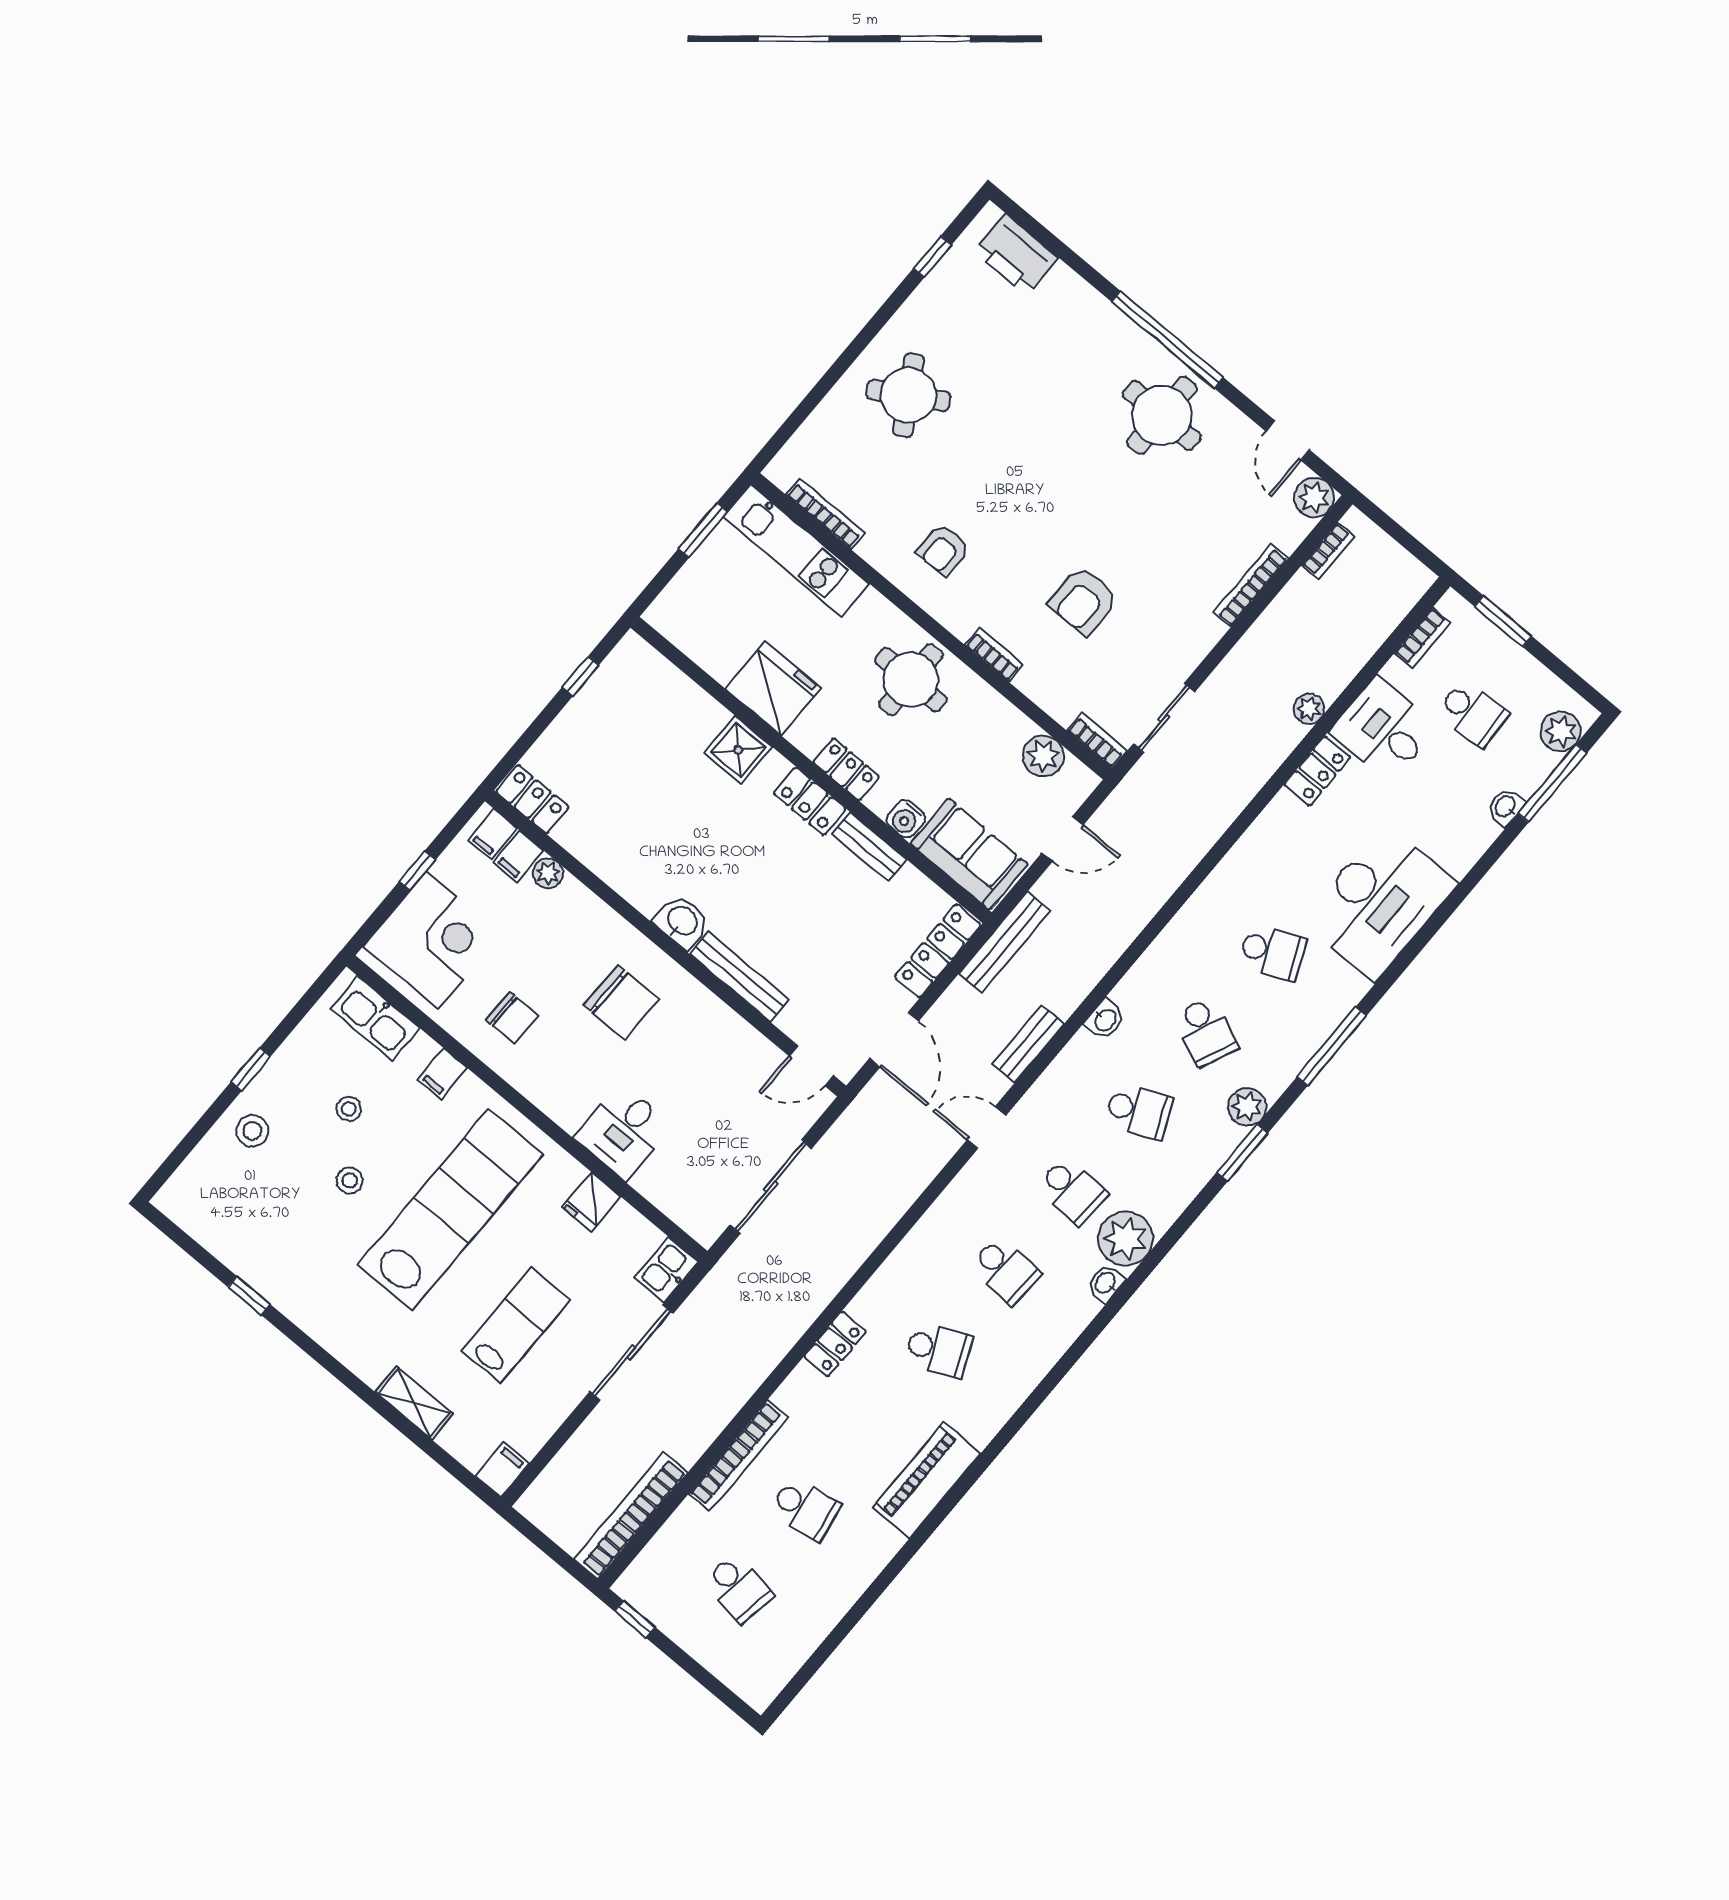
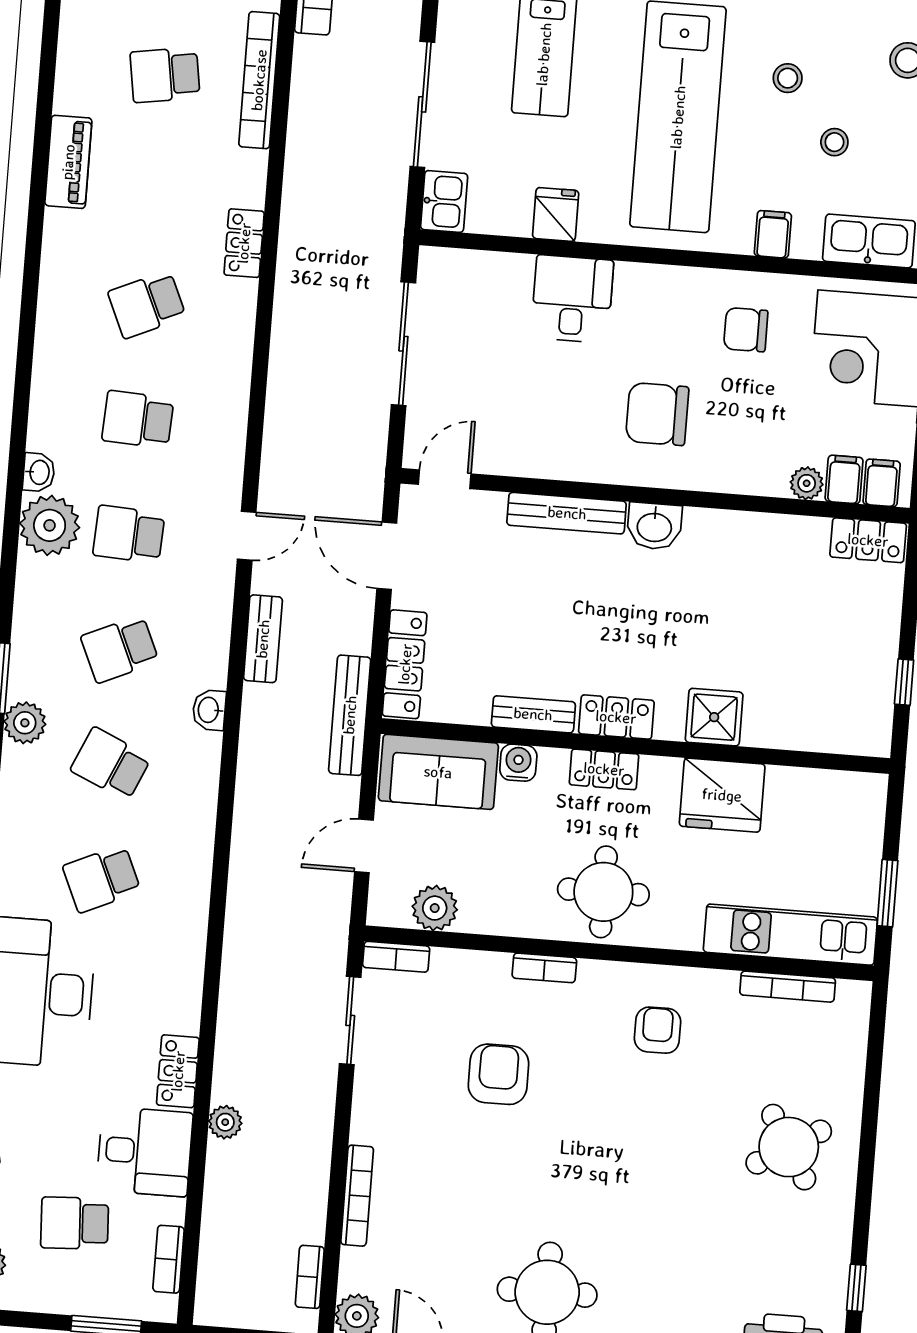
piano: (926, 1480) -> (68, 162), width x0.73, depth x0.75

